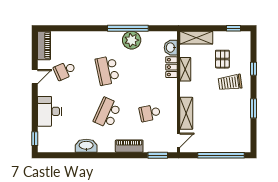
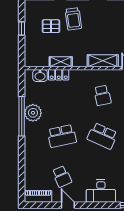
window: (234, 28) -> (22, 28), moved
shelving: (196, 38) -> (31, 51), removed

